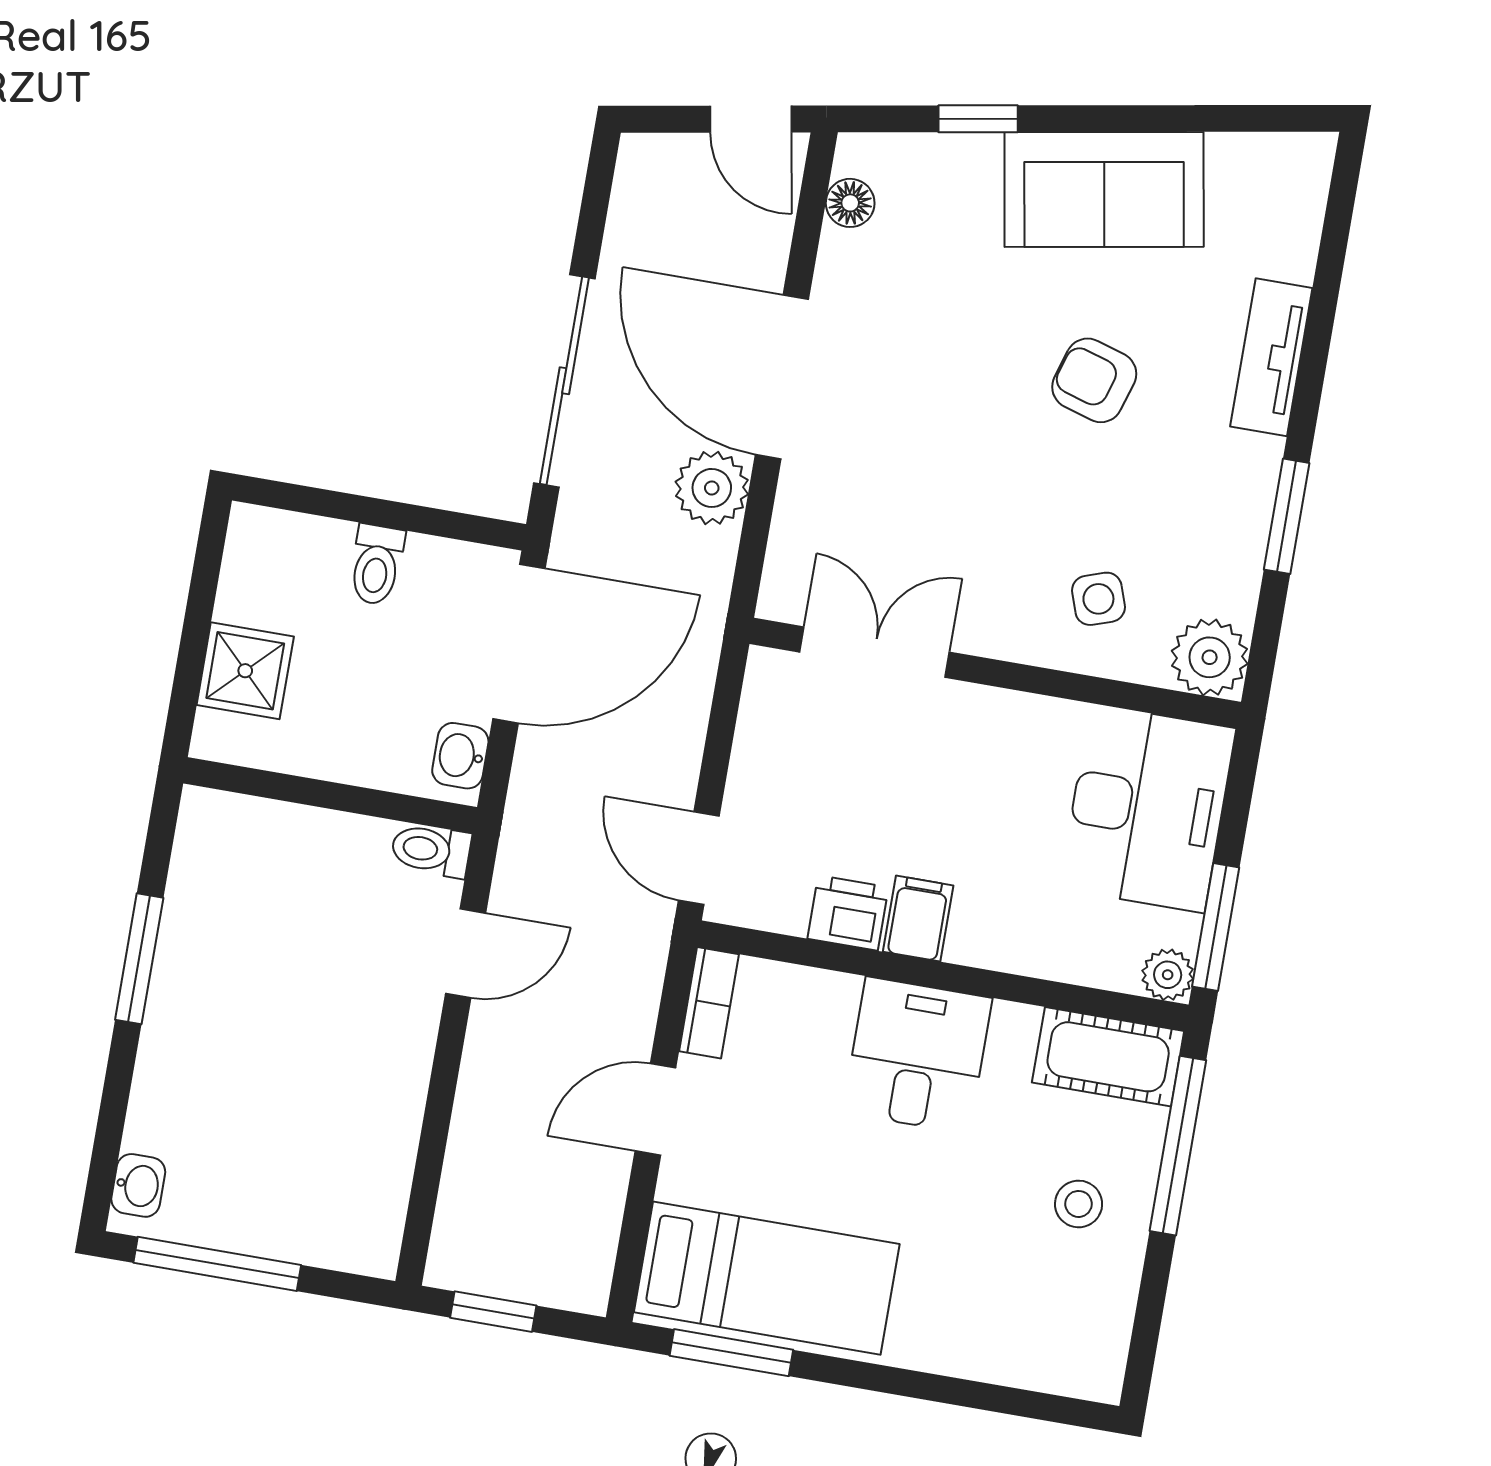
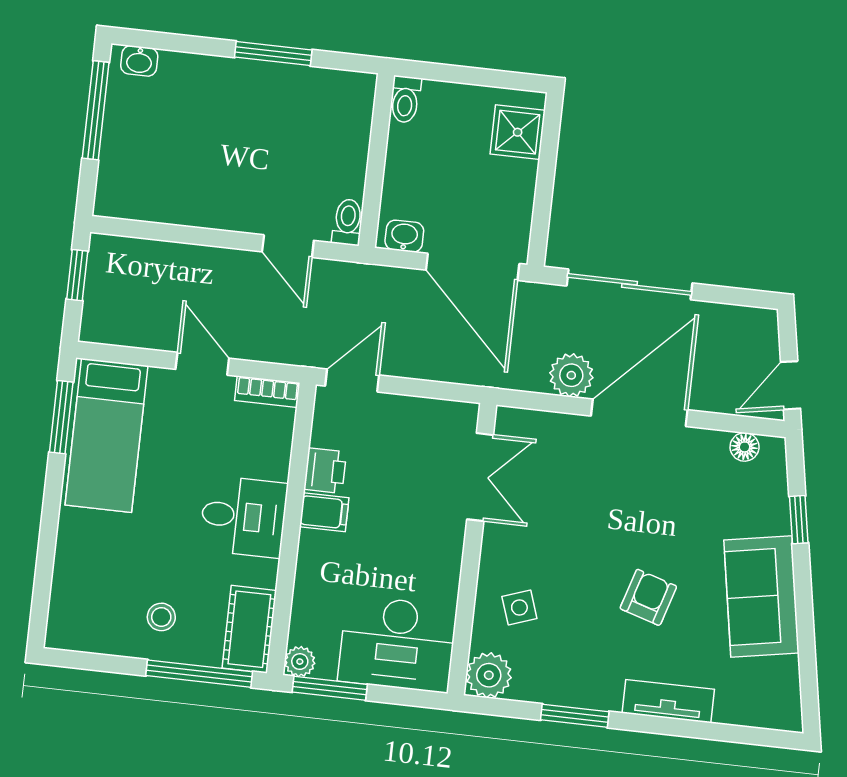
toilet: (376, 565) -> (405, 99), moved, turned -90
shower: (245, 671) -> (518, 132), moved

